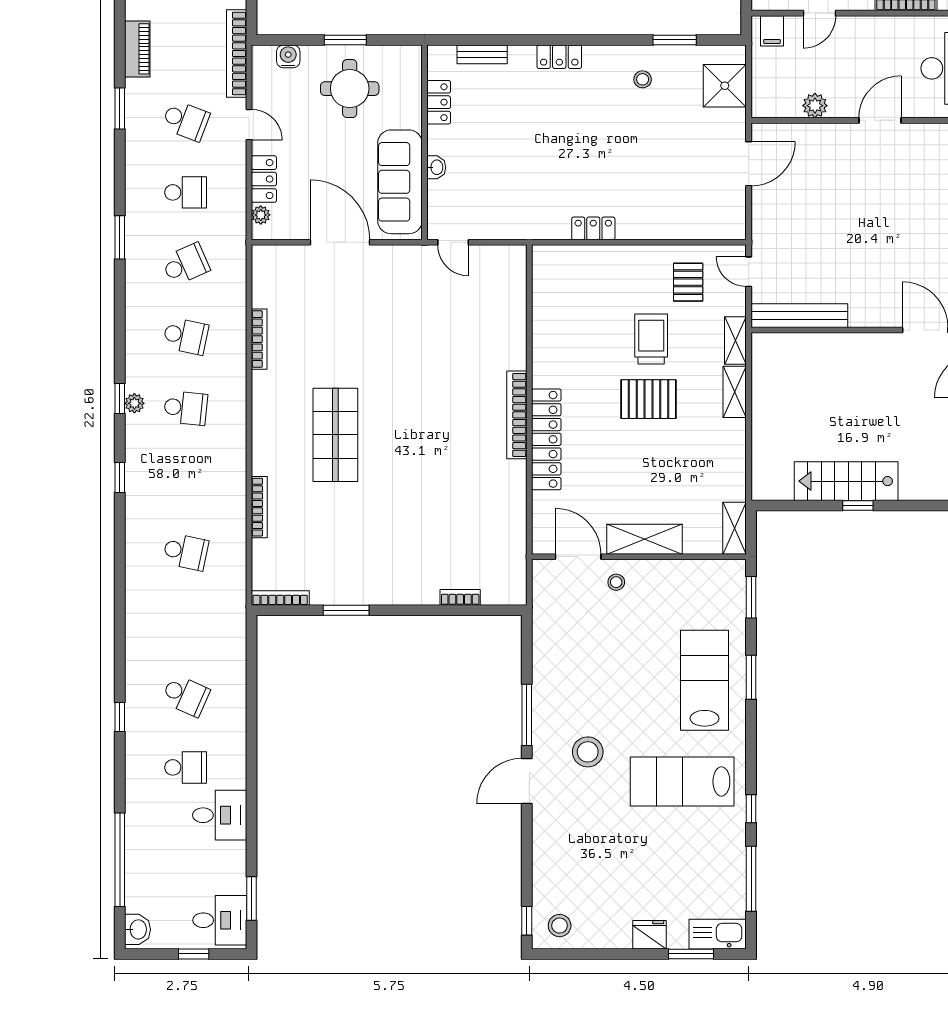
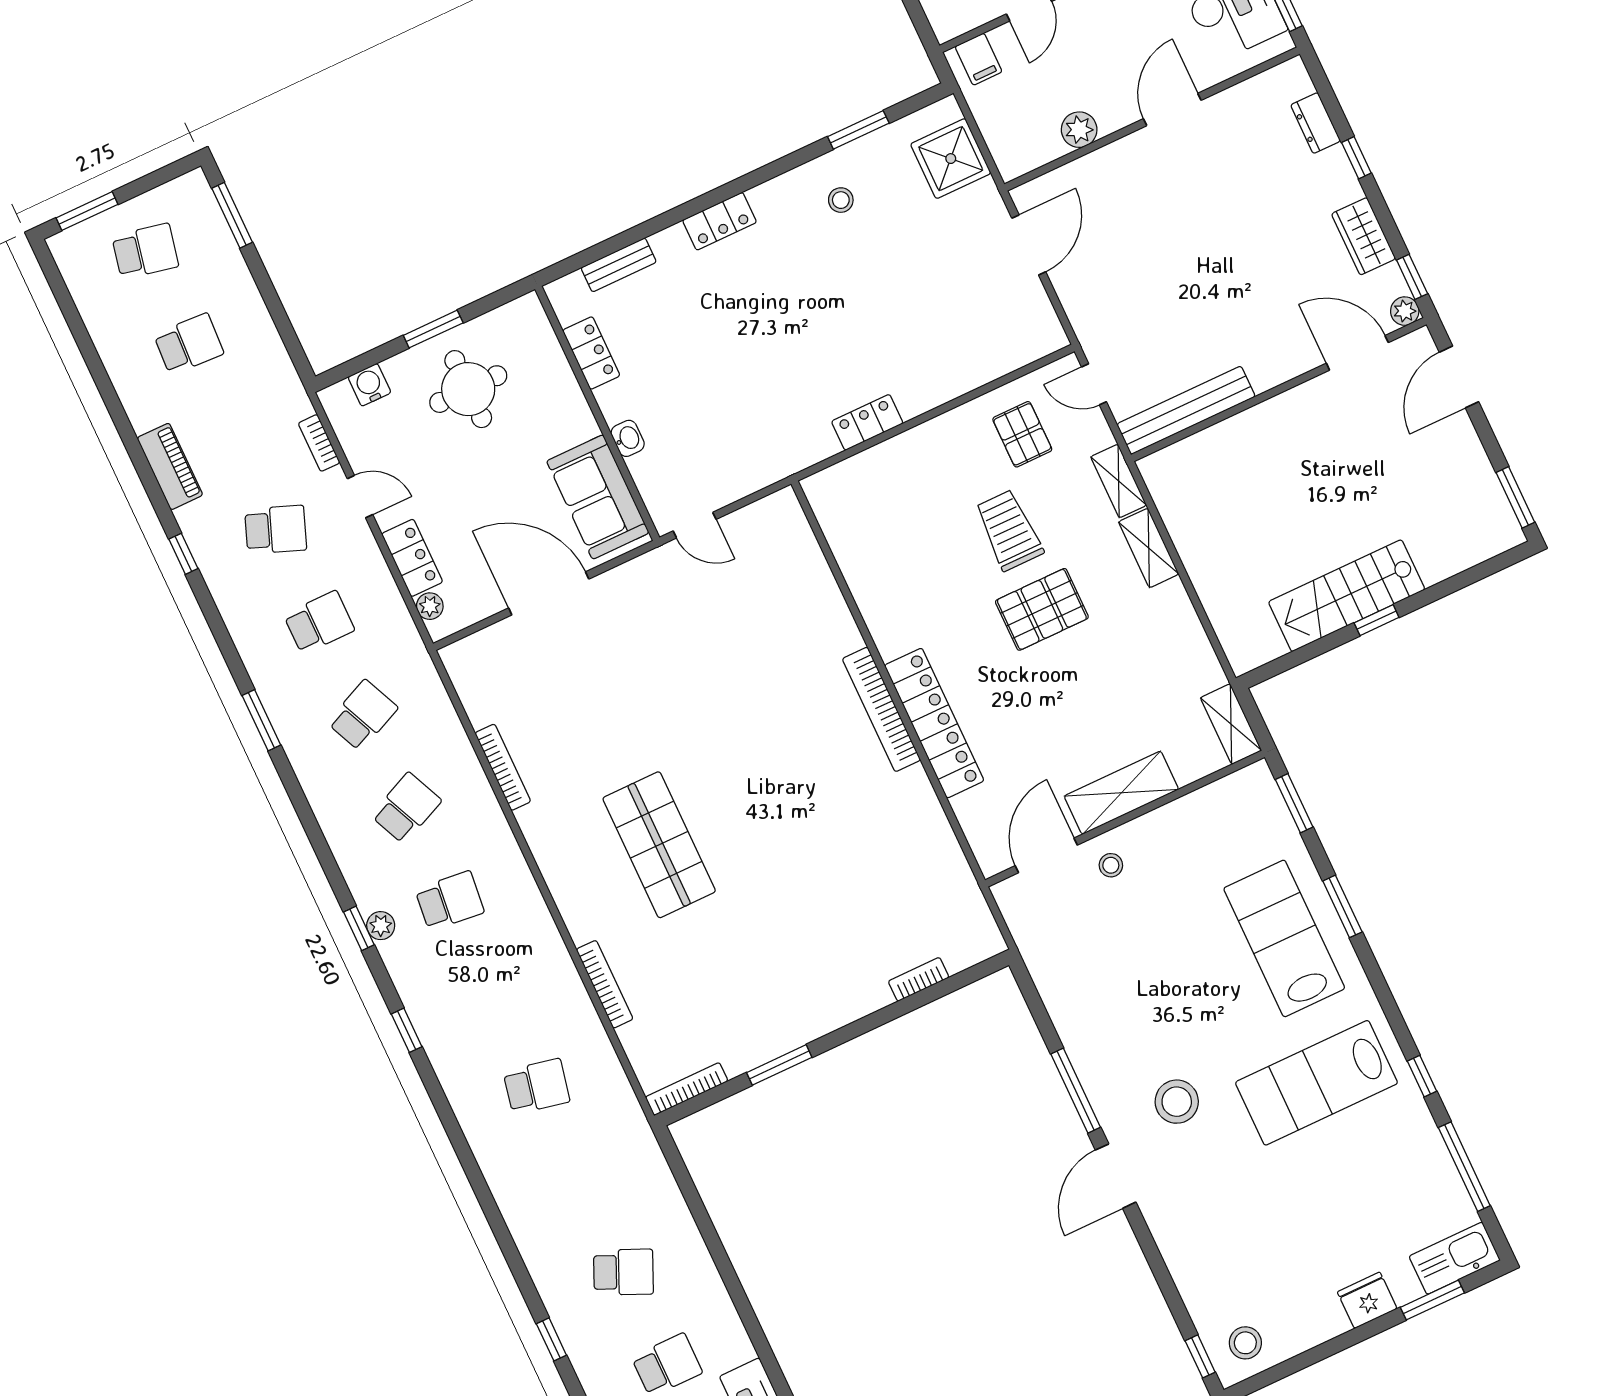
bookcase: (237, 54) -> (319, 443), width x0.43, depth x0.76
window: (120, 108) -> (183, 554), width x0.67
sofa: (400, 182) -> (598, 497), width x0.73
school desk: (186, 336) -> (406, 808), turned -36
door: (578, 557) -> (1046, 855), hinge flipped

